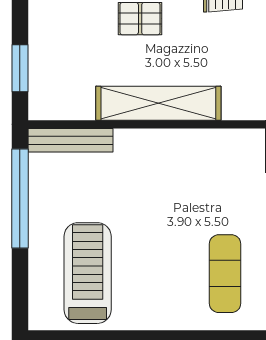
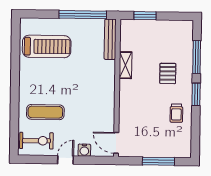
shelving: (158, 103) -> (125, 65), width x0.45, depth x0.75

